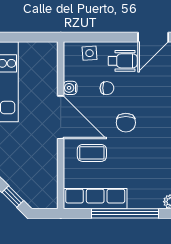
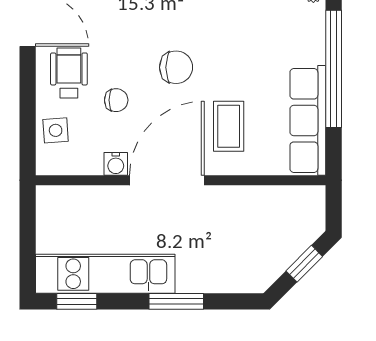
chair: (107, 88) -> (116, 100), turned 90

